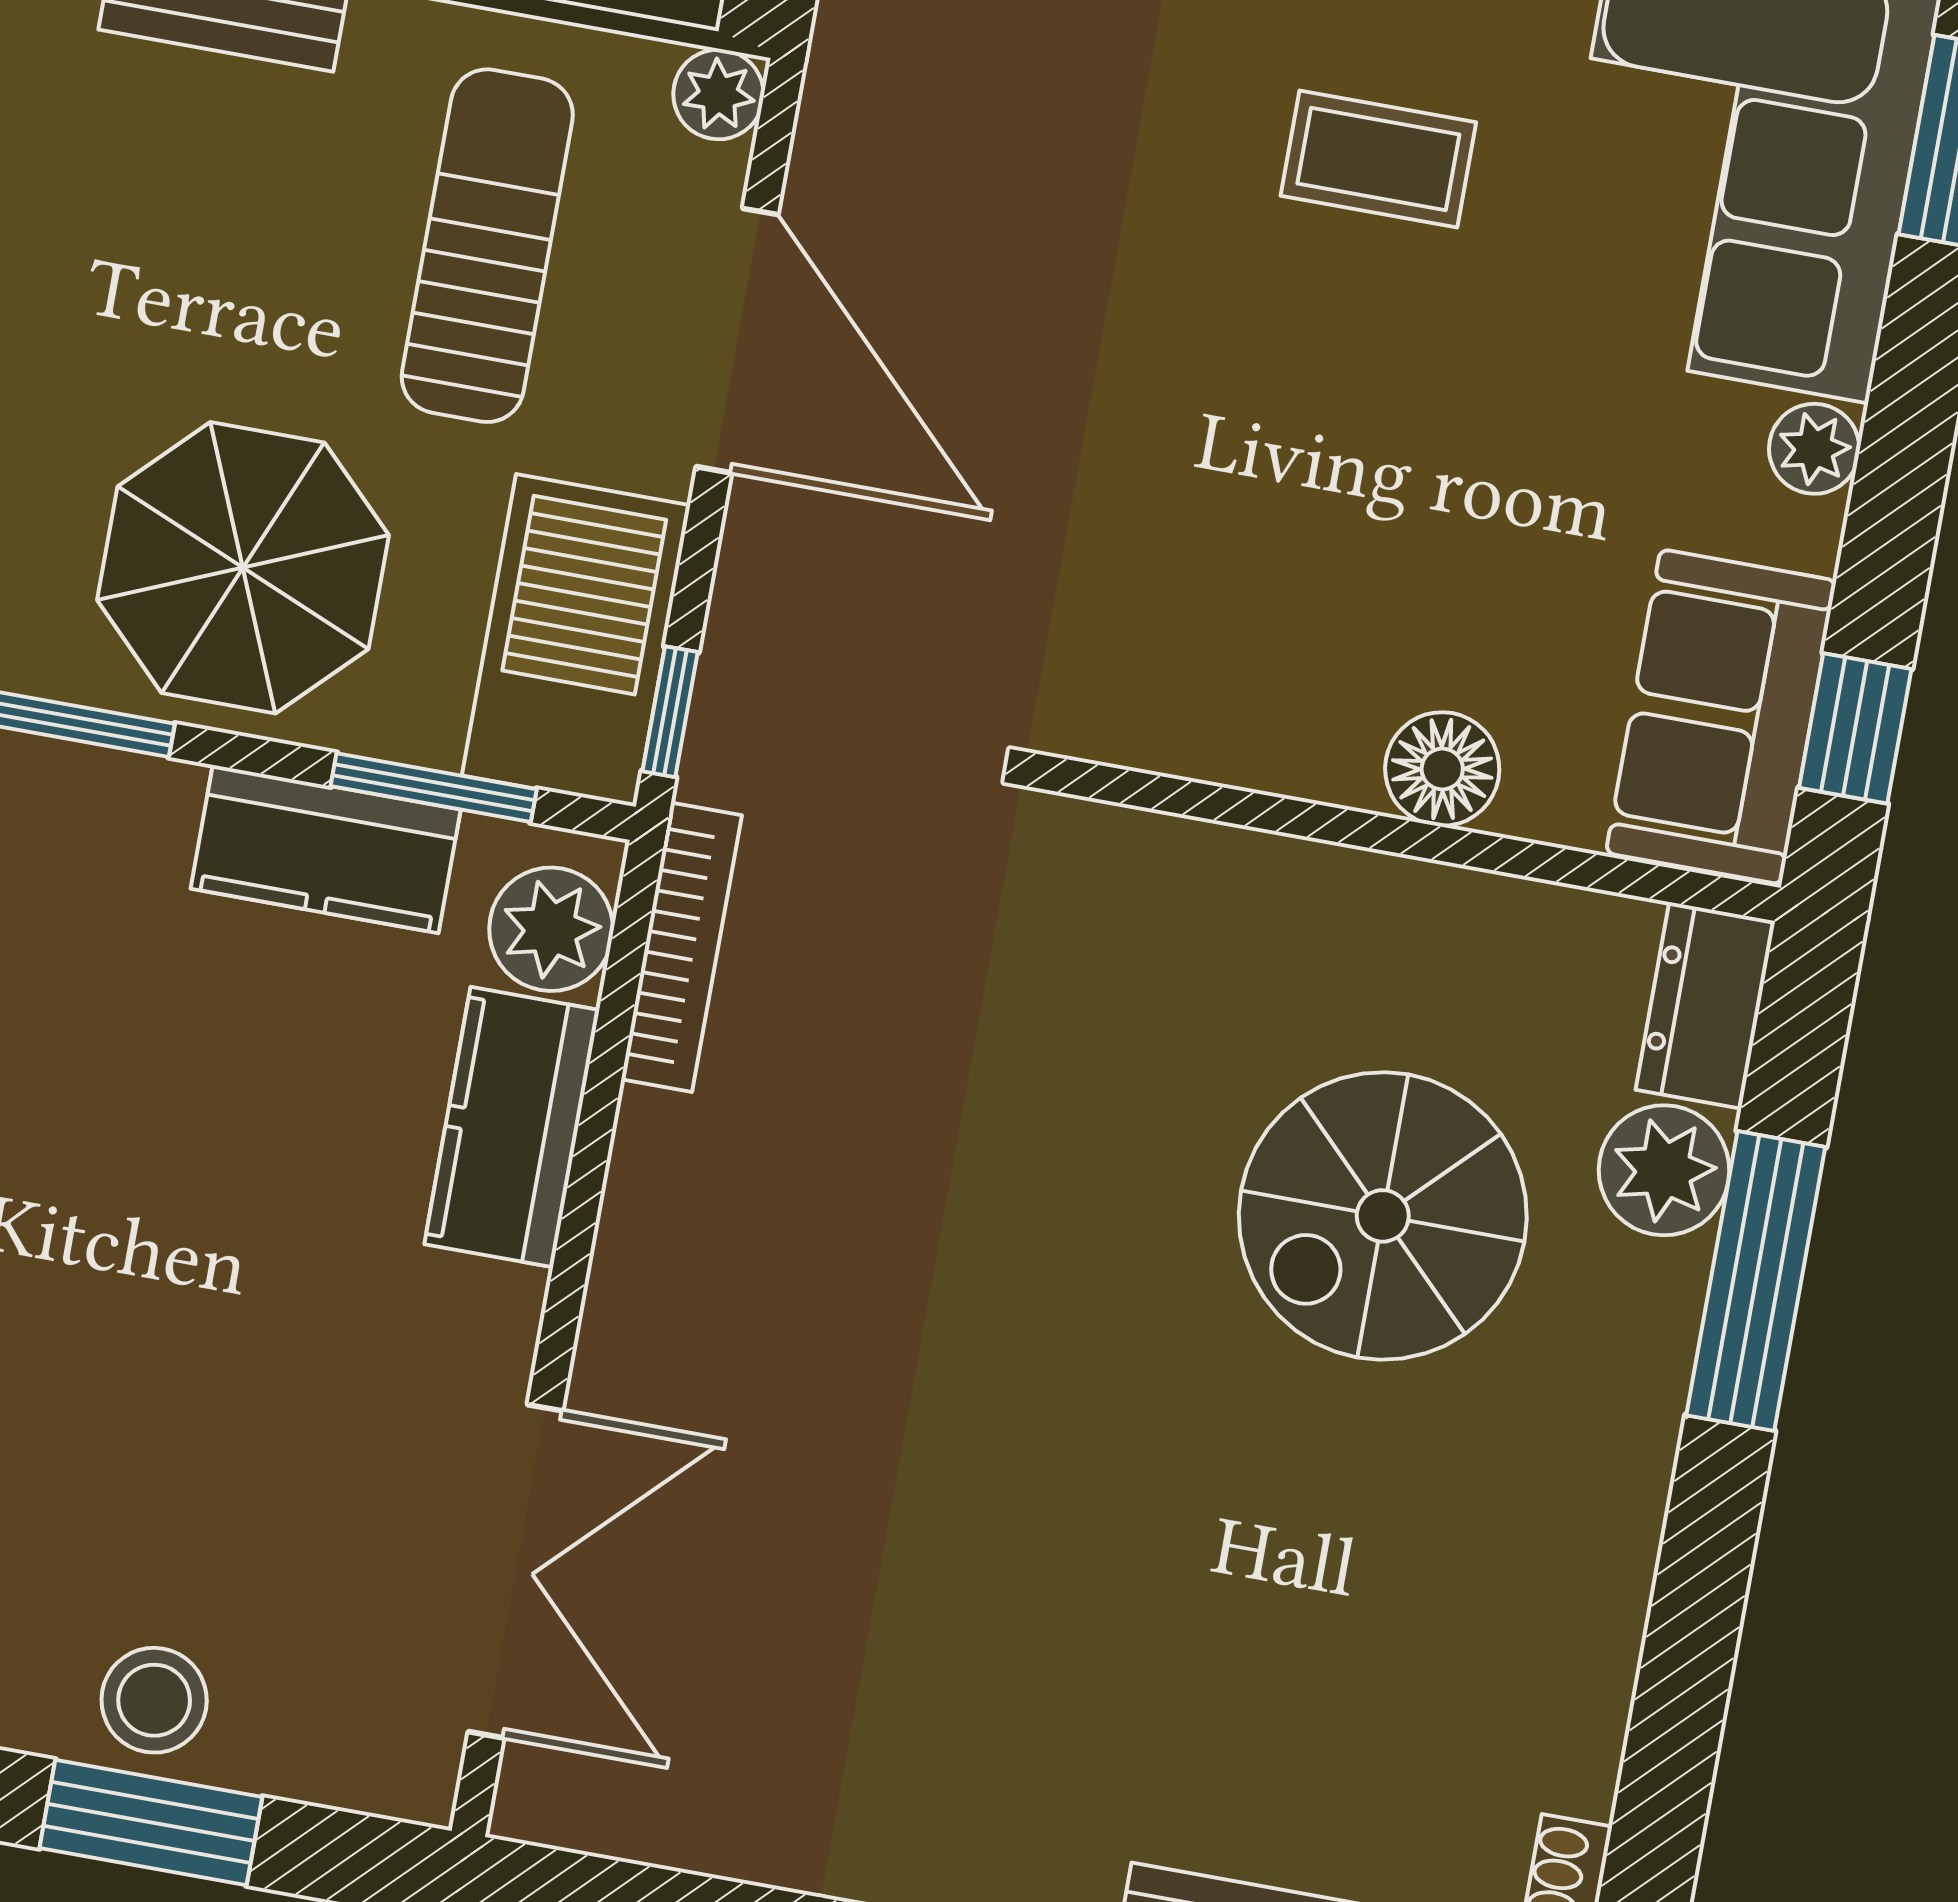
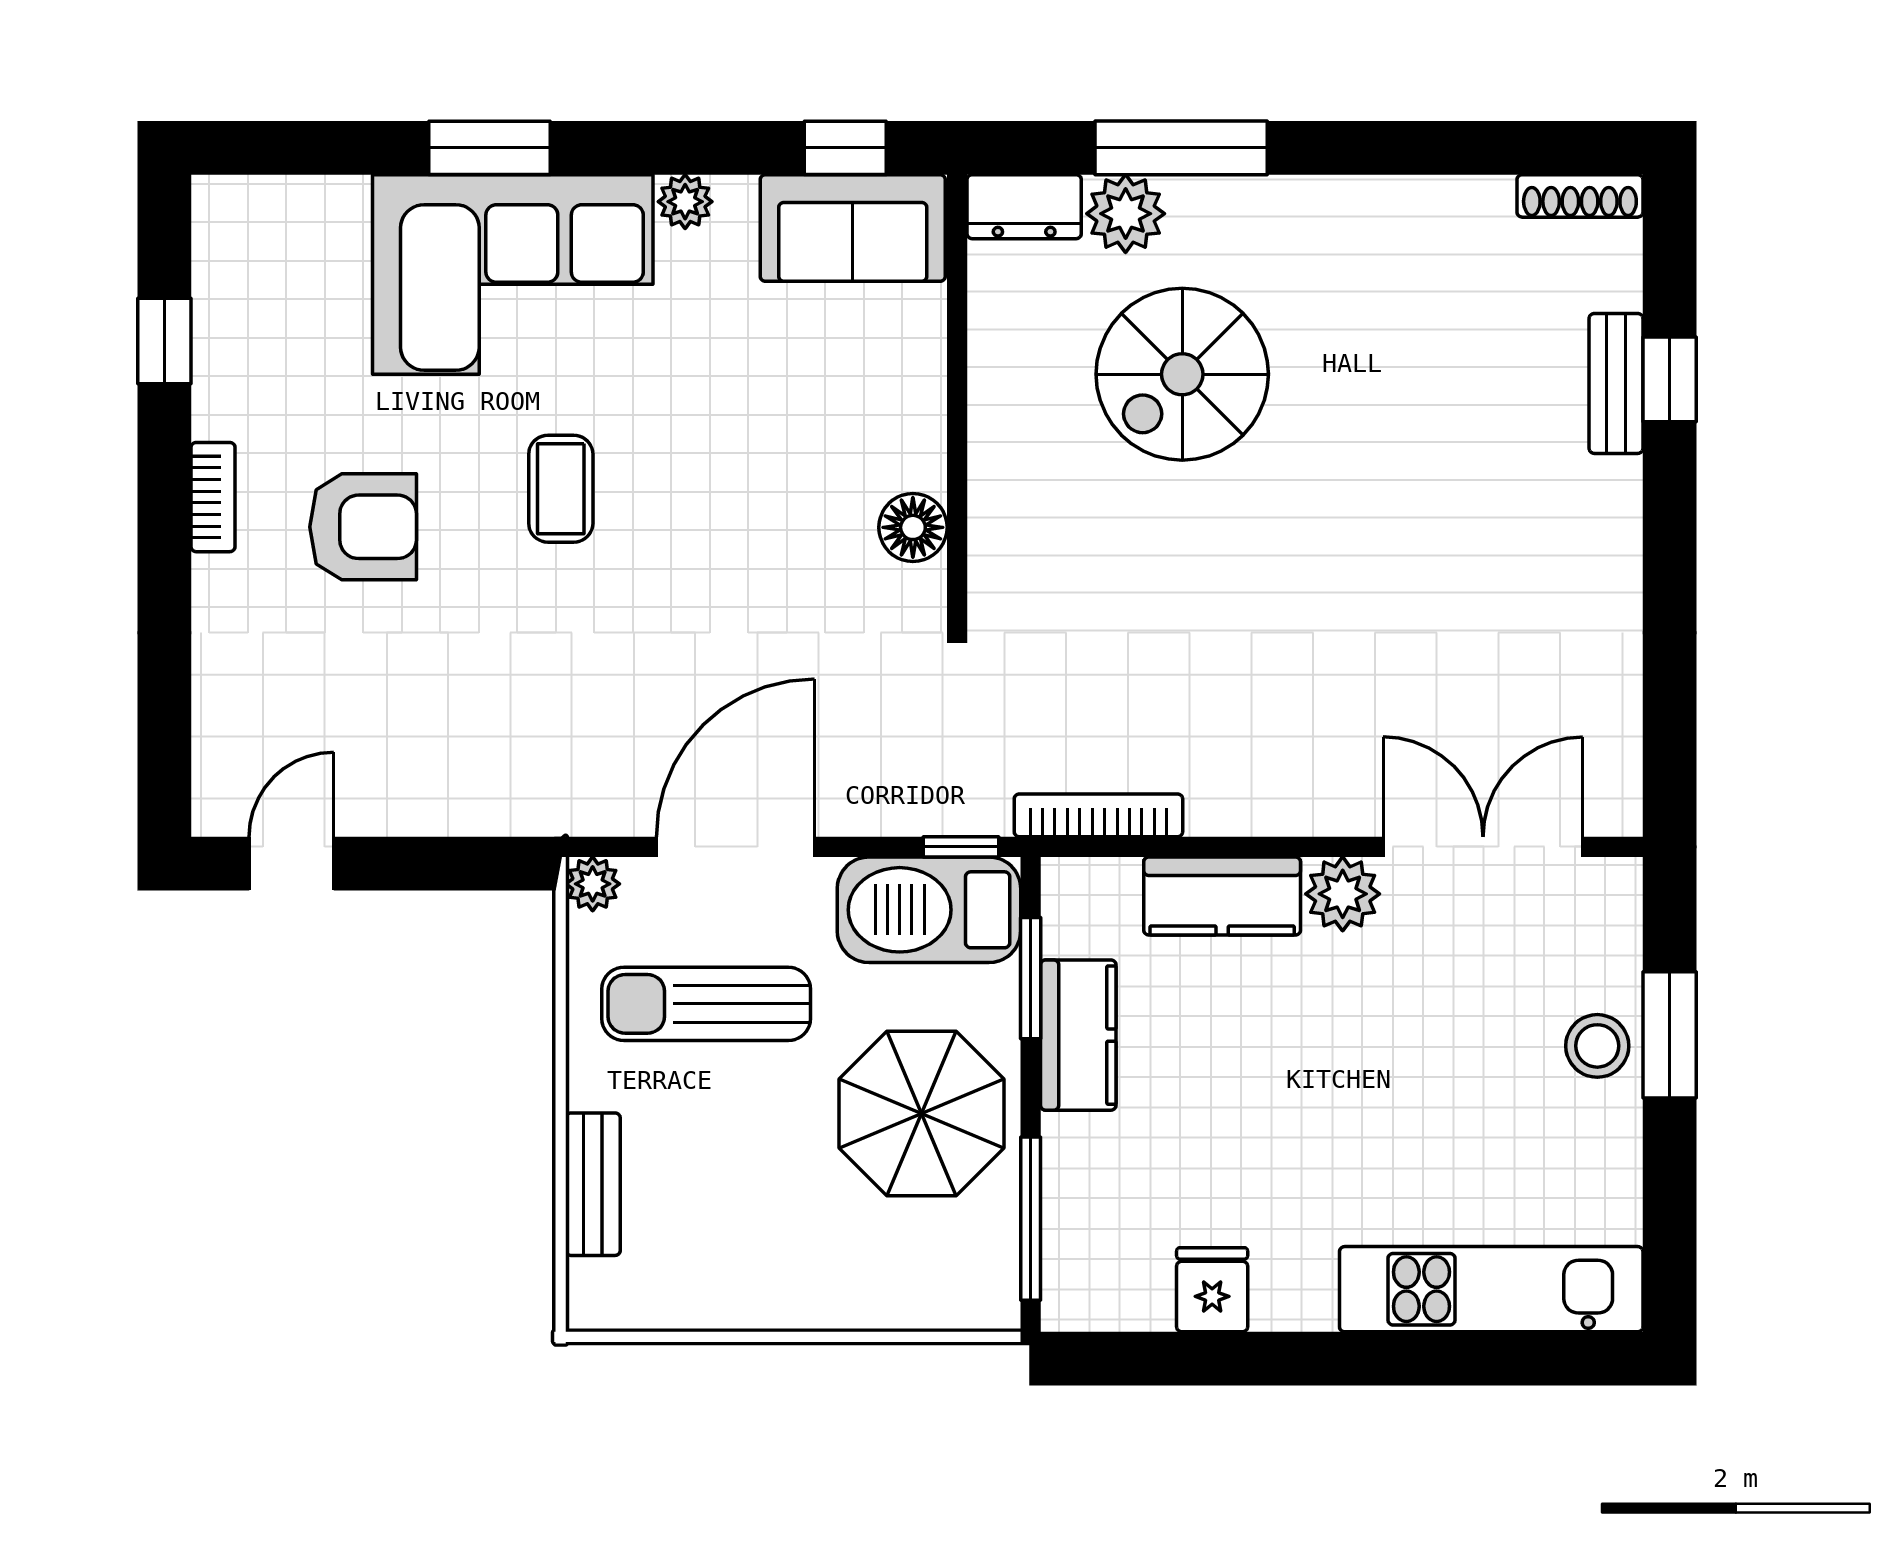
floor lamp: (1442, 769) -> (913, 527), moved
plant: (551, 929) -> (1343, 894), moved
spiral stairs: (1383, 1216) -> (1182, 374), turned 90

